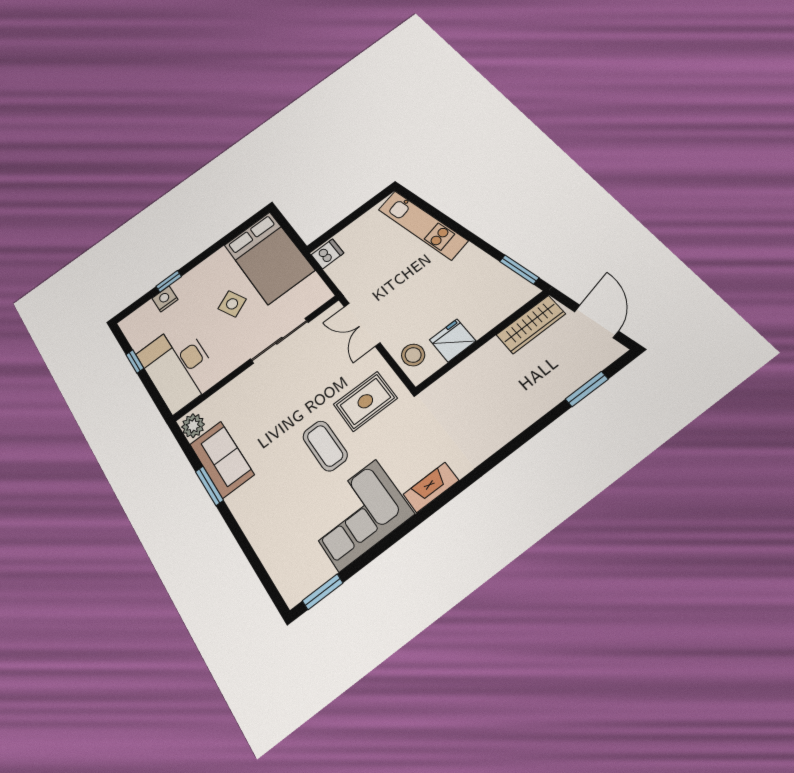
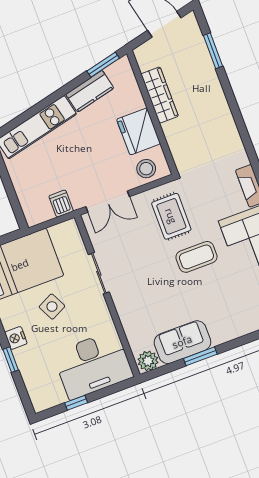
dishwasher: (327, 254) -> (61, 204), moved
kitchen counter: (483, 265) -> (90, 91), added
nightstand: (165, 299) -> (16, 338), moved
wardrobe: (531, 324) -> (160, 95), moved
fridge: (453, 340) -> (139, 131), width x1.36, depth x1.34
sliding door: (279, 341) -> (99, 273), width x0.73

